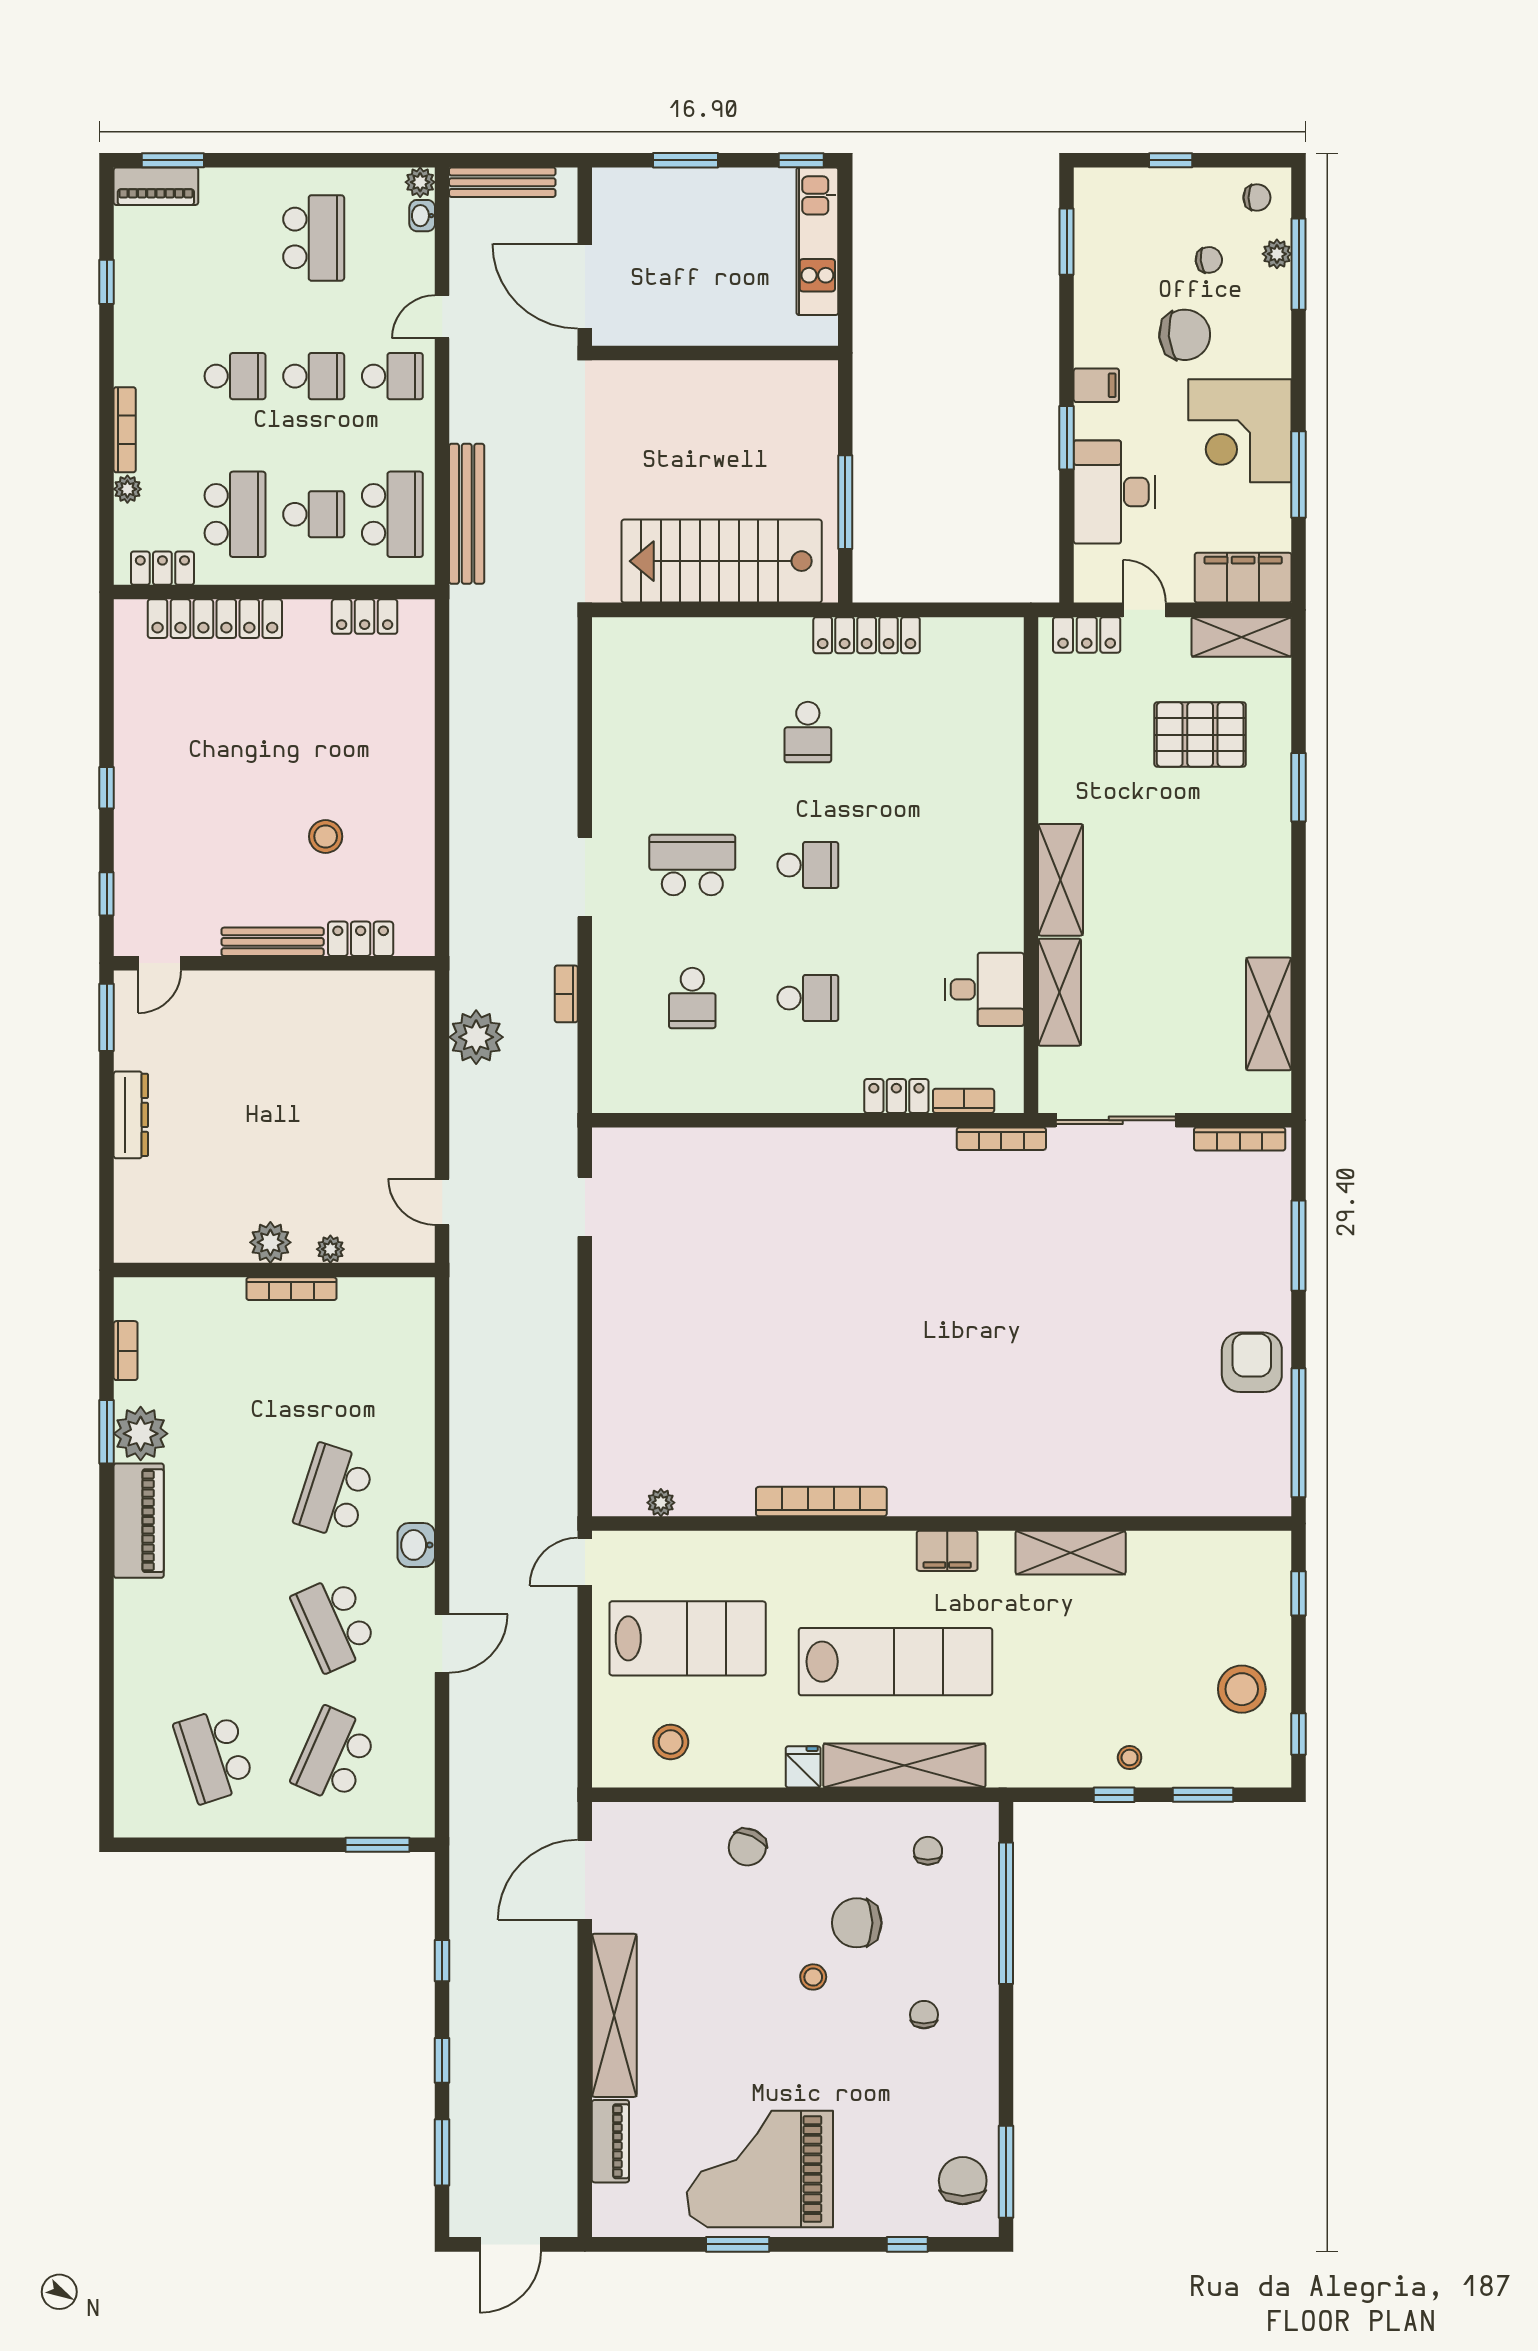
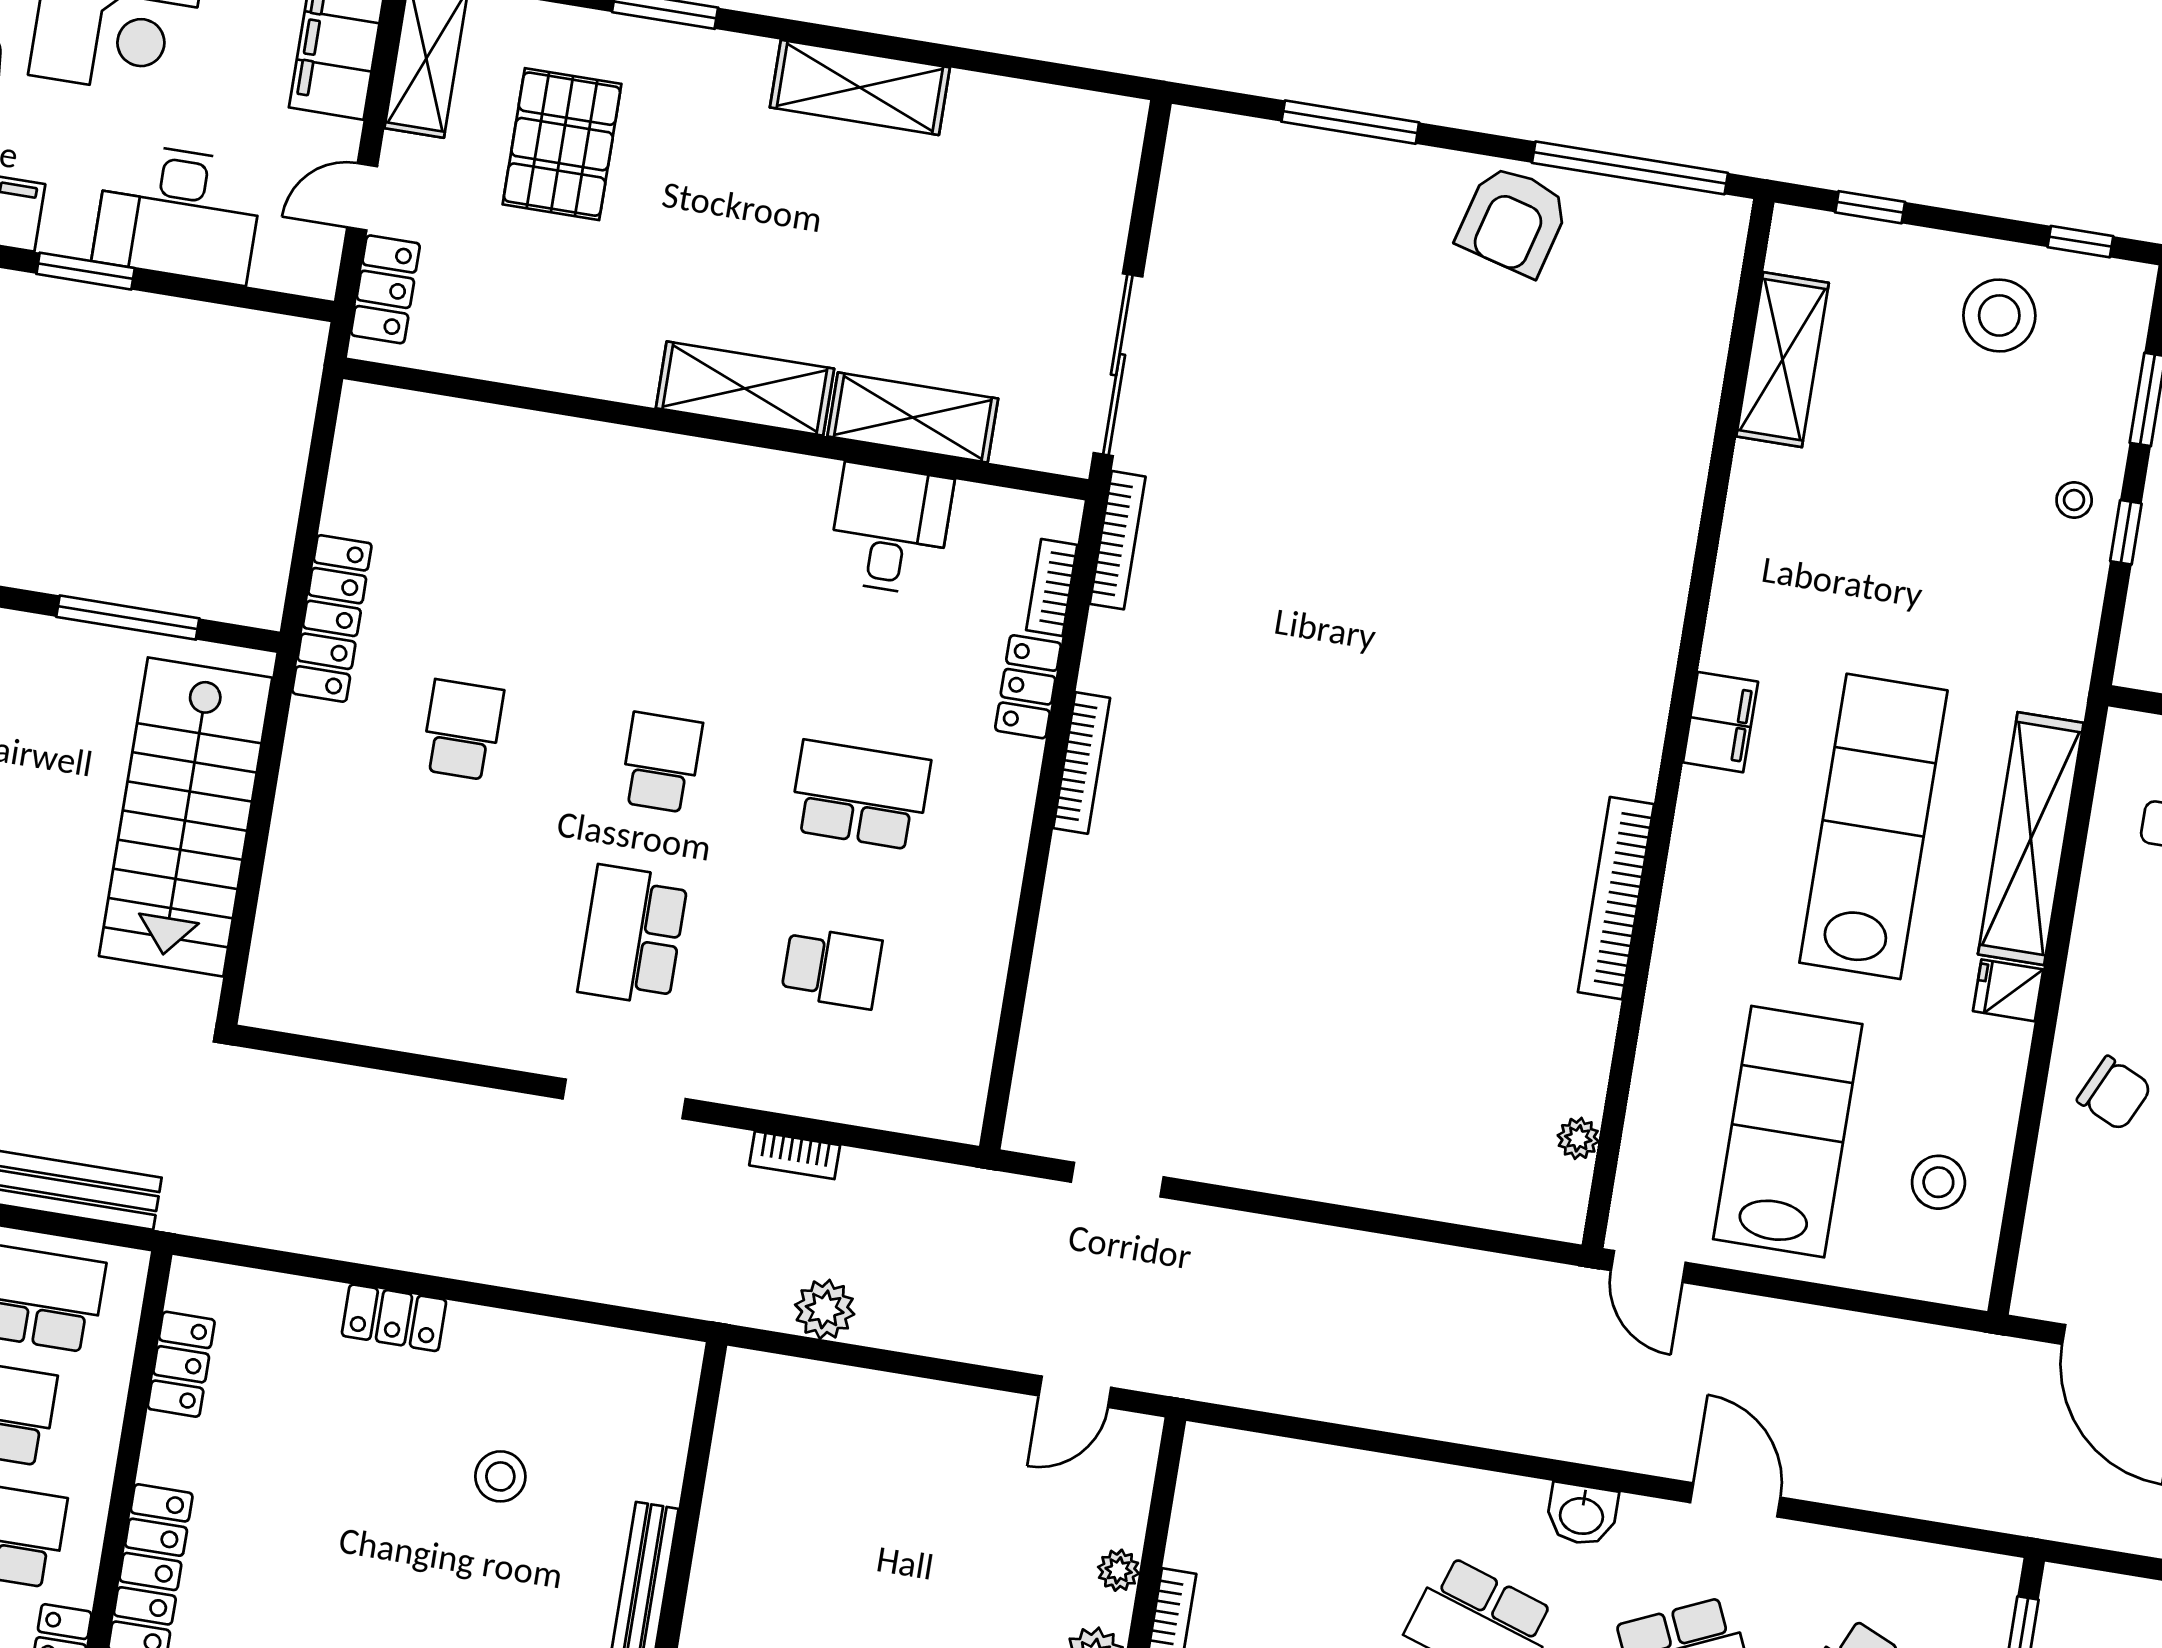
school desk: (808, 732) -> (462, 730), turned -90
locker: (361, 939) -> (394, 1318), moved, turned -90
school desk: (808, 998) -> (860, 795), width x1.85
shelving: (1269, 1014) -> (860, 87), moved
plant: (476, 1037) -> (825, 1309), width x0.73, depth x0.73
bookcase: (1240, 1139) -> (1082, 763), moved
armchair: (1252, 1362) -> (1513, 220), turned -75
shelving: (1071, 1553) -> (1782, 360), moved

